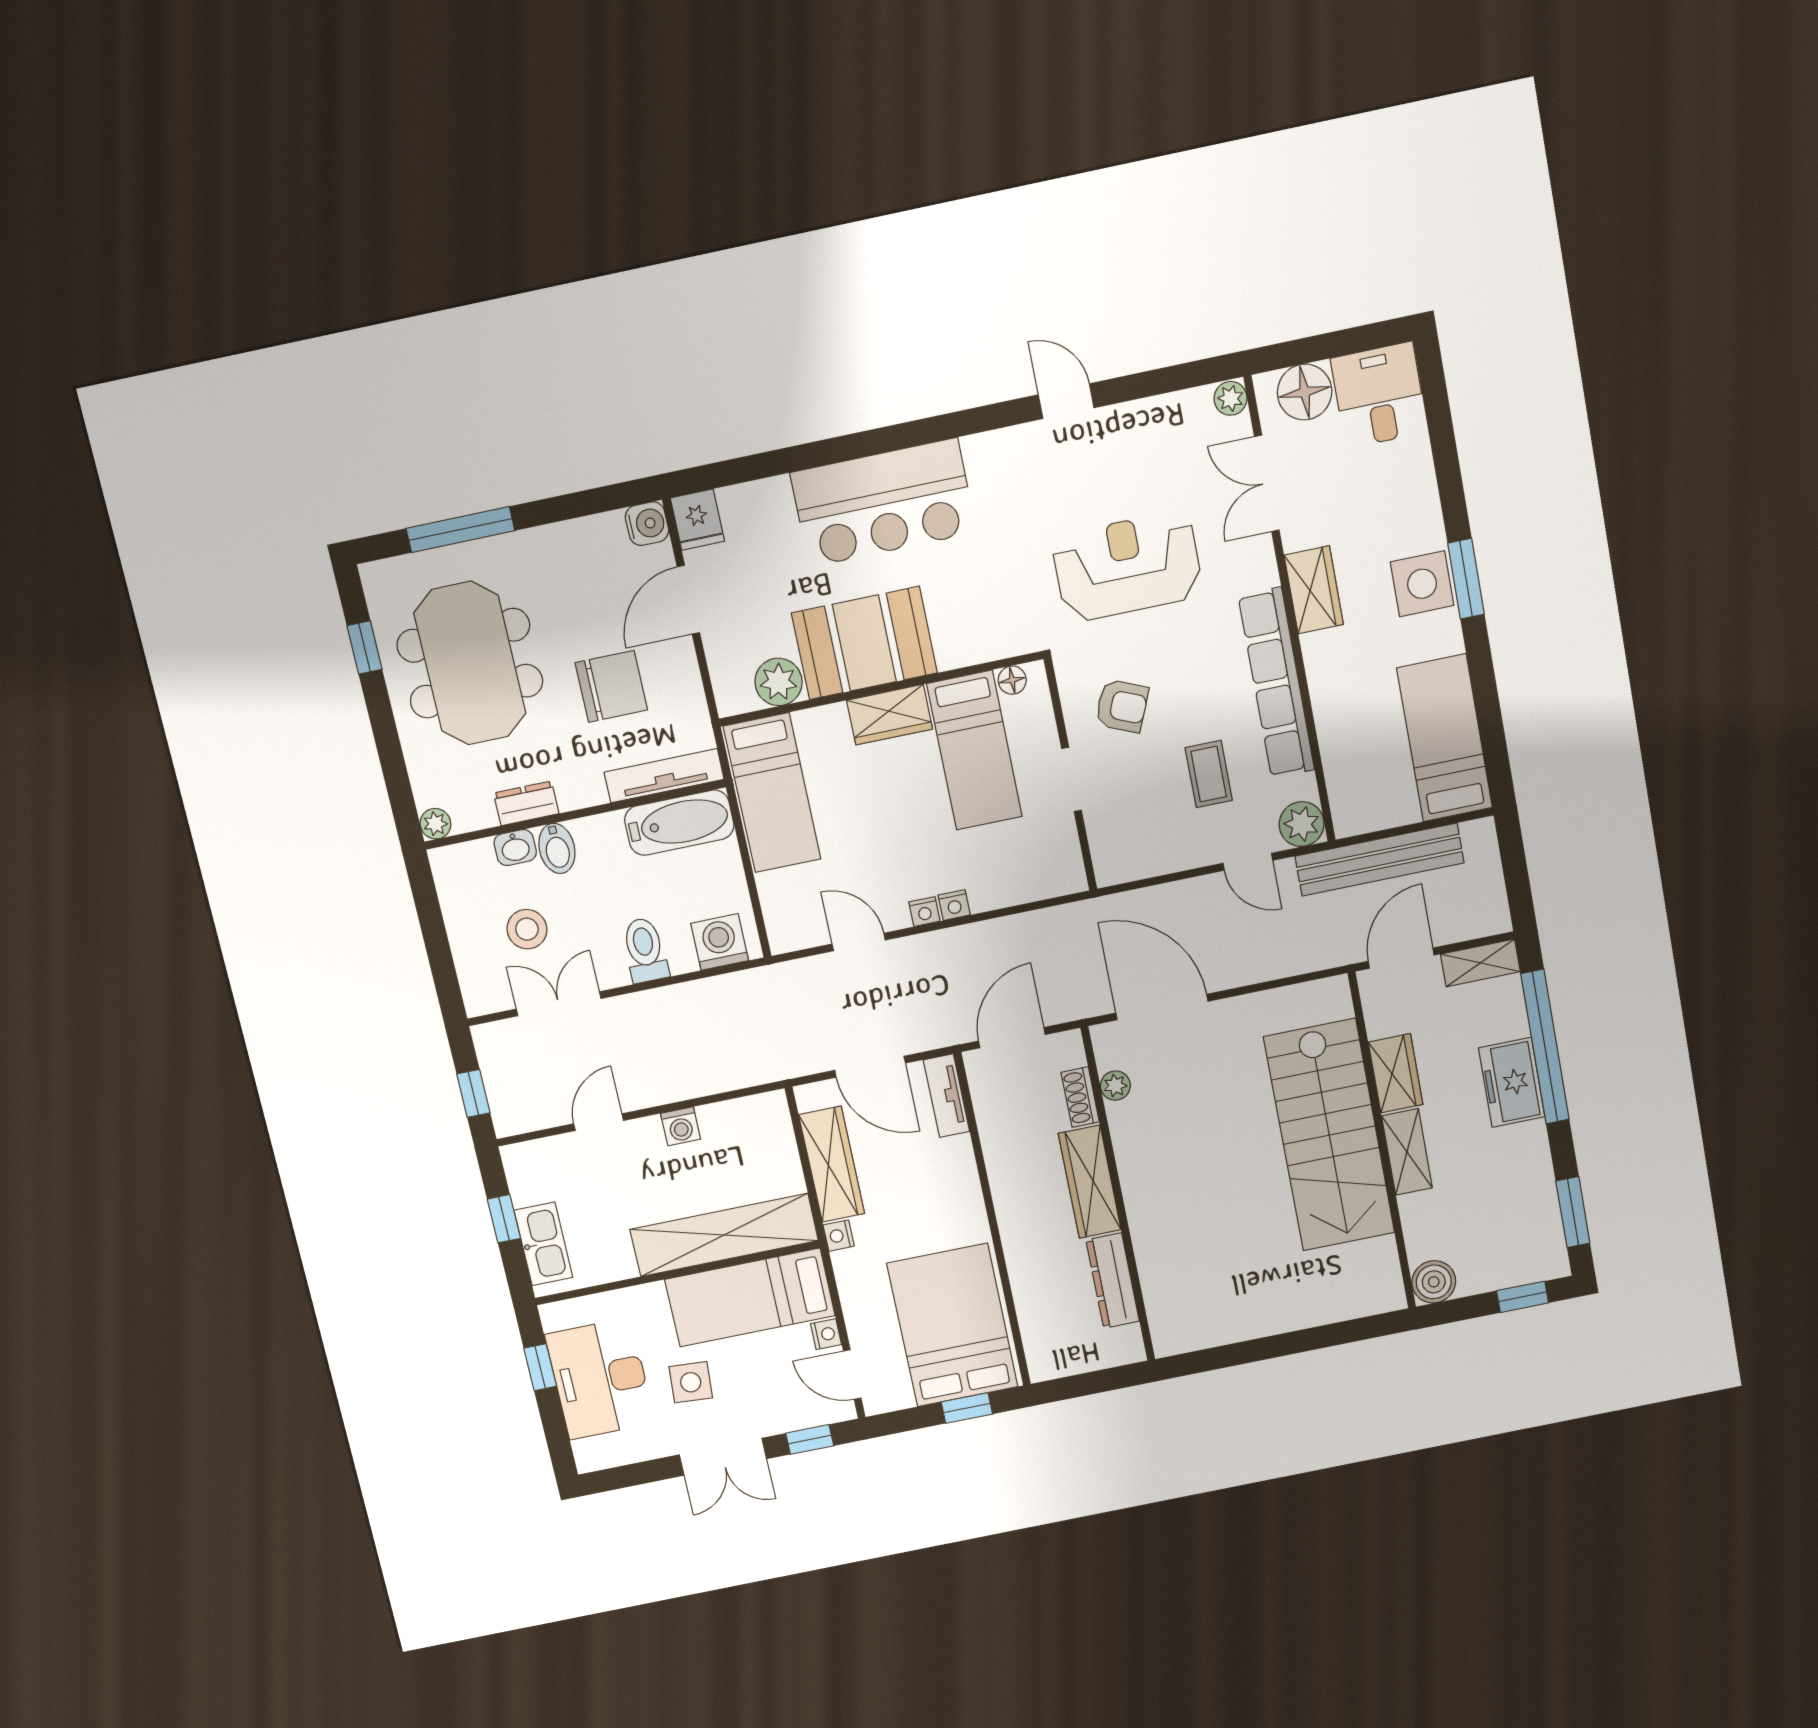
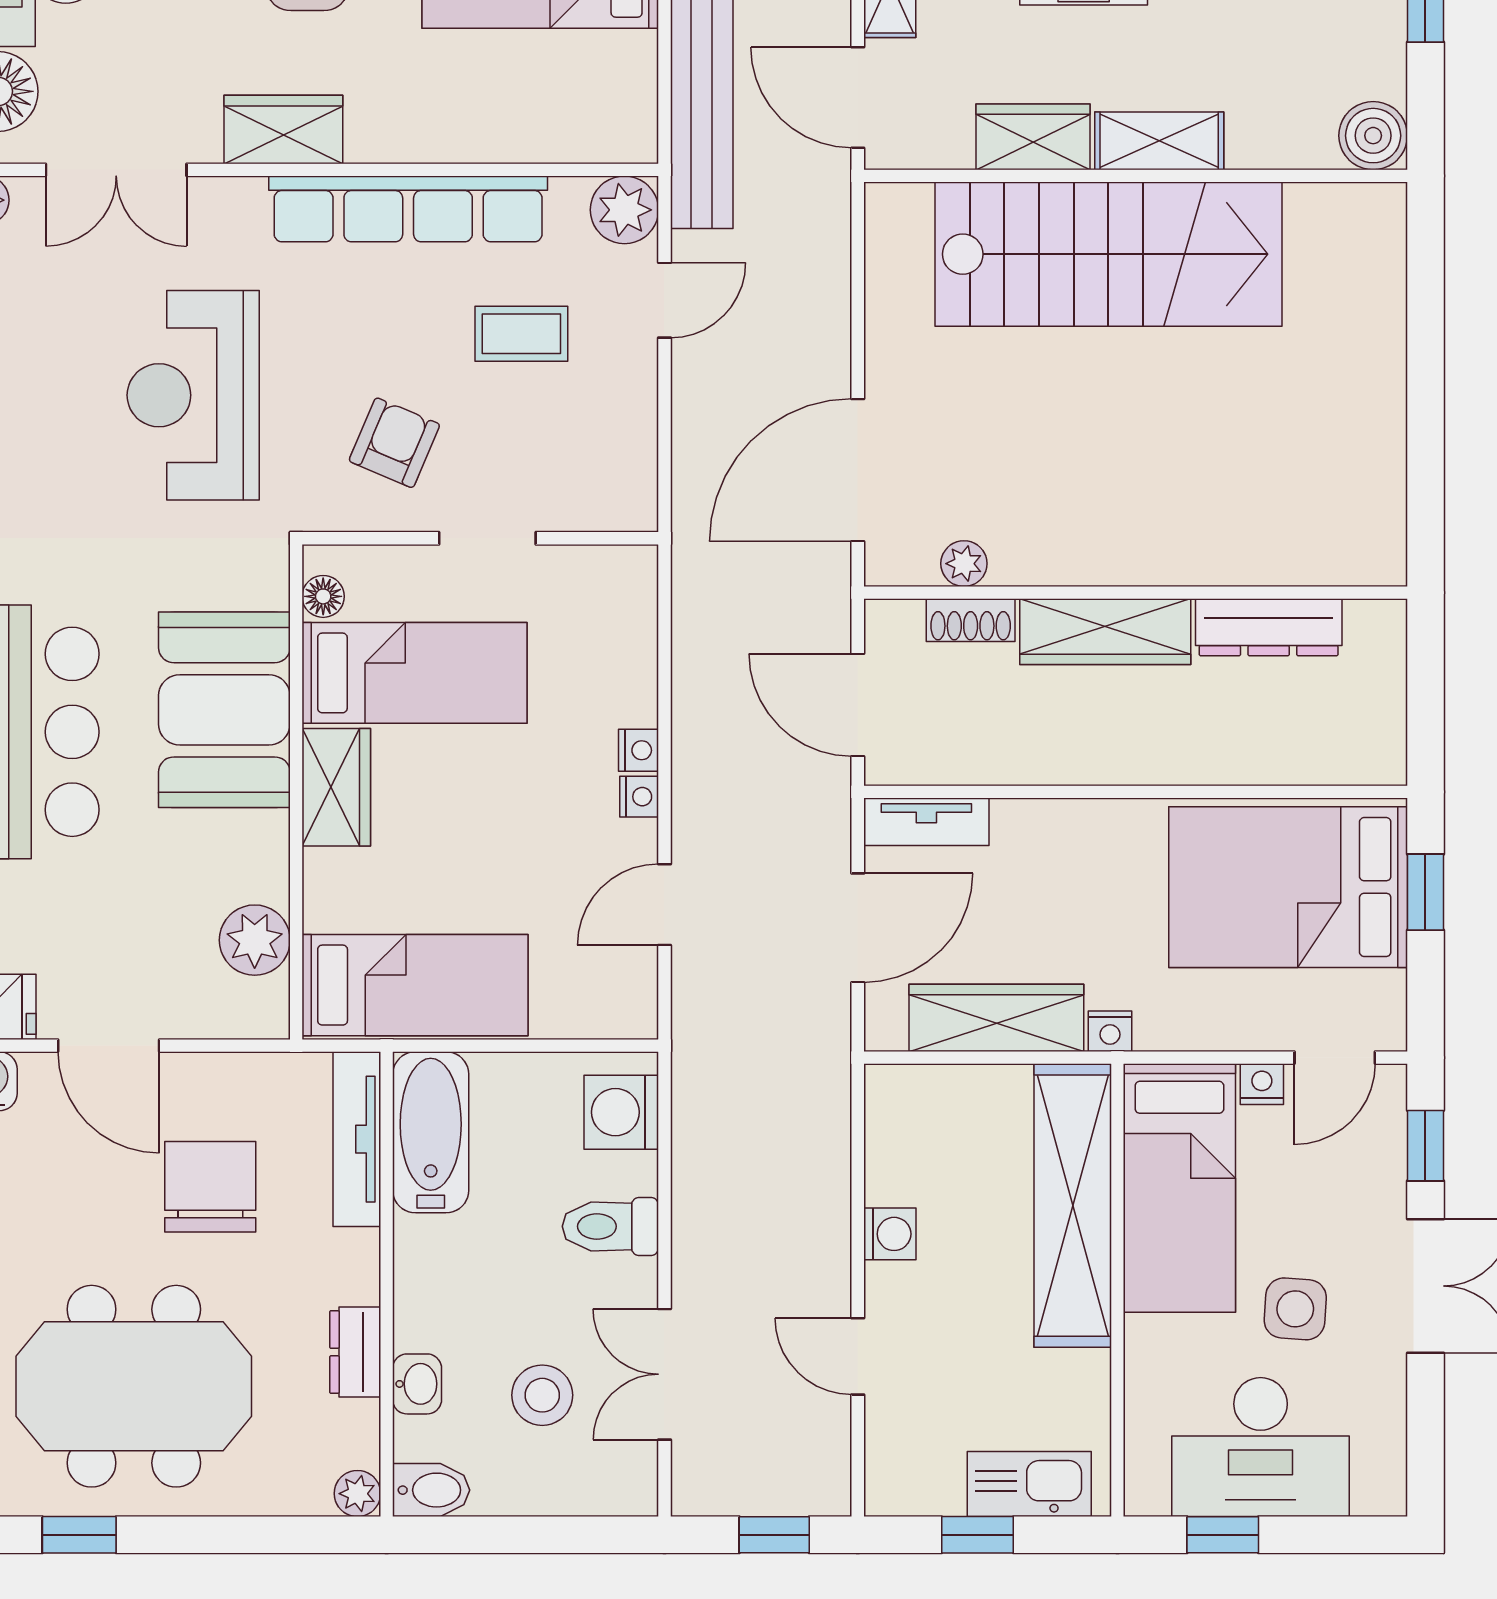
booth: (864, 643) -> (224, 710), moved
bidet: (557, 848) -> (431, 1490), moved

